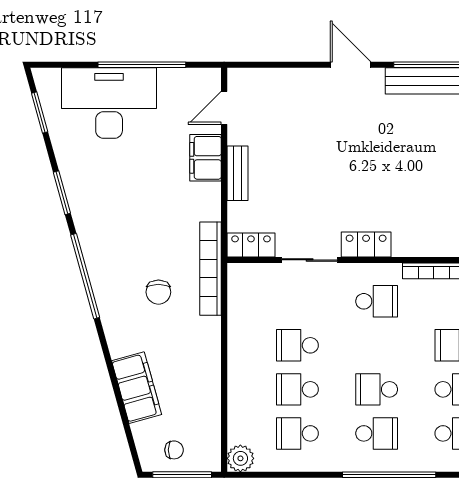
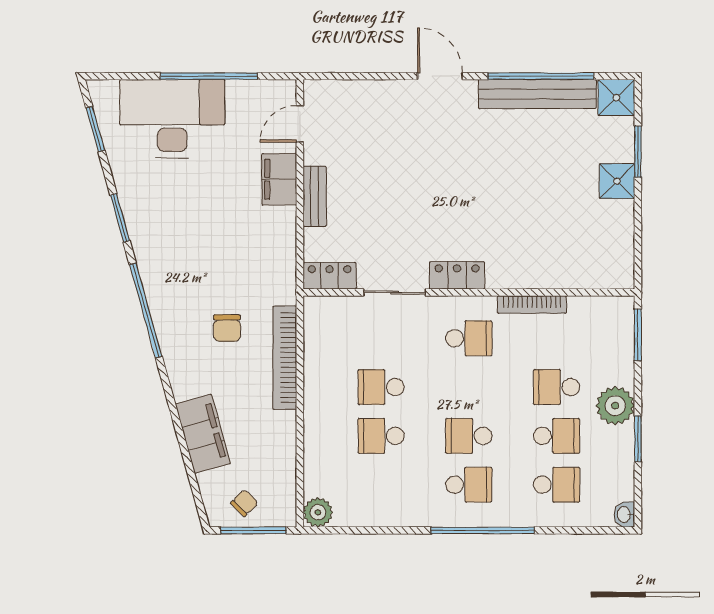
bookcase: (211, 269) -> (285, 358), moved
school desk: (297, 433) -> (381, 485), removed
chair: (174, 450) -> (244, 503), turned -45

